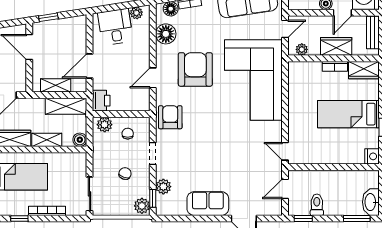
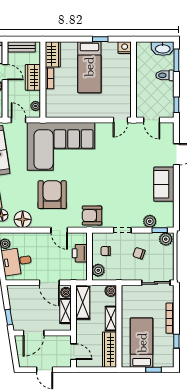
armchair: (195, 69) -> (52, 195), turned 90
boiler: (78, 86) -> (66, 292), added
printer: (101, 101) -> (80, 253), moved, turned -90
toilet: (317, 205) -> (165, 75), moved

